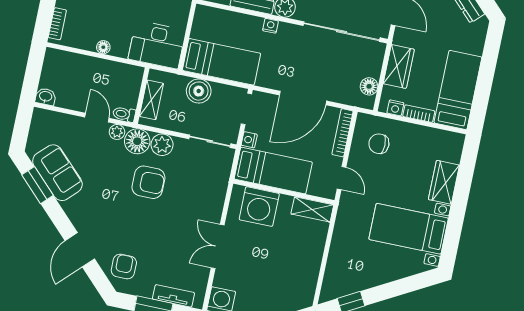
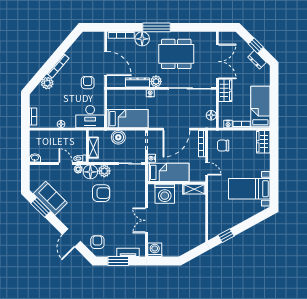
wardrobe: (399, 67) -> (225, 90), moved
wardrobe: (444, 182) -> (263, 142), moved

